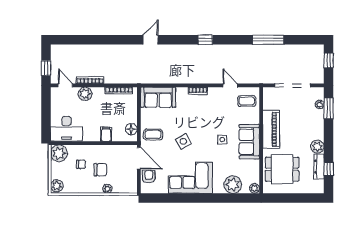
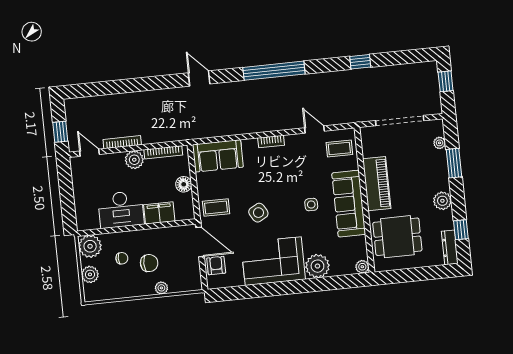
door: (150, 40) -> (199, 78), hinge flipped
window: (205, 40) -> (274, 71), width x3.17
window: (268, 40) -> (360, 62), width x0.46
plant: (85, 94) -> (134, 160), moved
window: (329, 108) -> (454, 163), moved
desk: (66, 129) -> (121, 209), moved
floor lamp: (131, 129) -> (184, 184), moved
filing cabinet: (106, 134) -> (159, 213), width x2.00
sofa: (249, 142) -> (349, 204), width x1.36
dresser: (319, 167) -> (450, 247), moved
plant: (233, 185) -> (317, 266), moved
plant: (57, 186) -> (90, 274), moved

